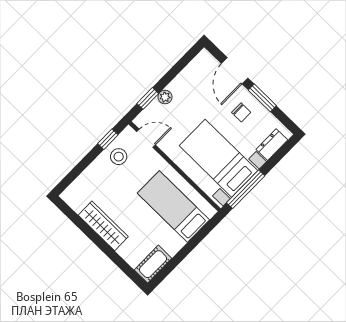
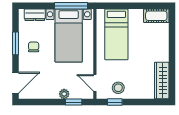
door: (235, 71) -> (15, 83), moved
wardrobe: (103, 226) -> (162, 81), moved

